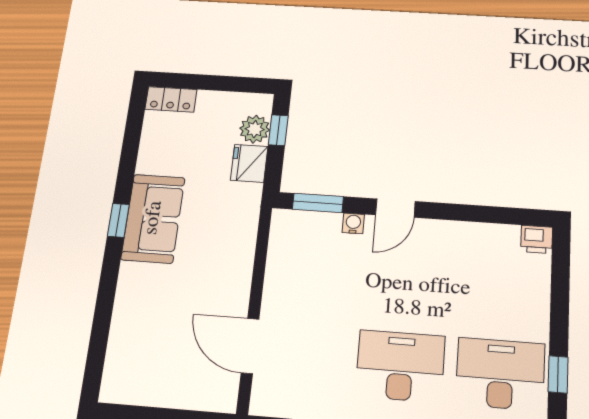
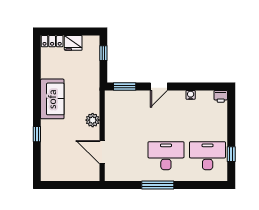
plant: (255, 129) -> (93, 120), moved
fridge: (249, 163) -> (73, 43), moved, turned -90
window: (118, 220) -> (37, 134), moved
water cooler: (353, 223) -> (191, 95), moved

